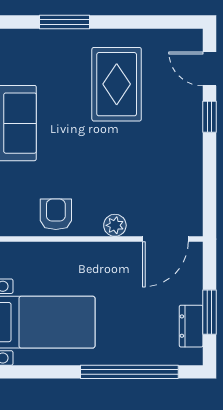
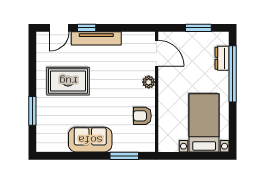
tv unit: (191, 134) -> (96, 38), added
dresser: (191, 326) -> (222, 58), moved, turned 90

